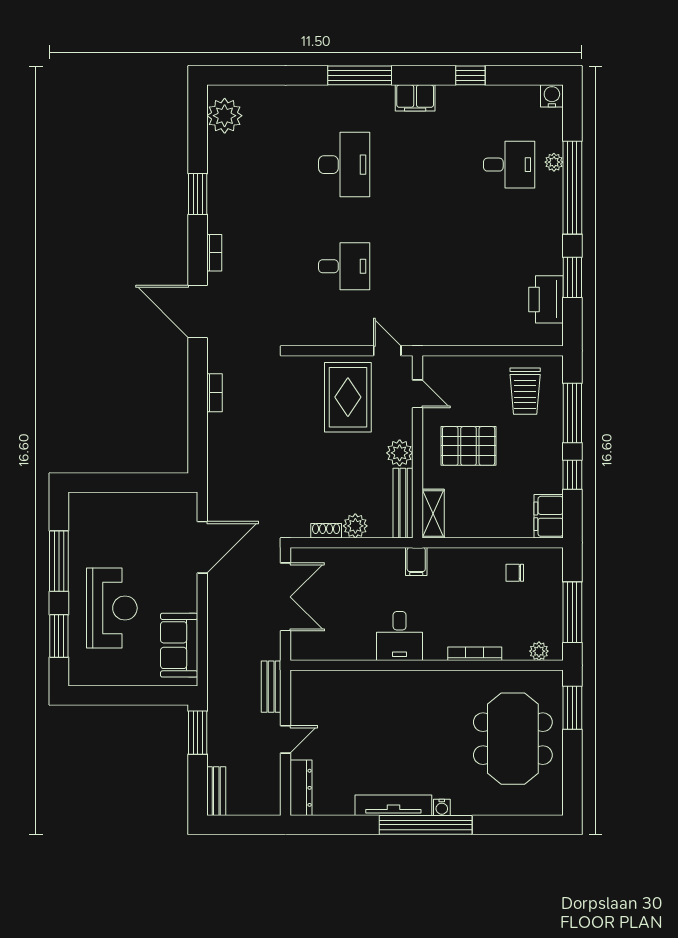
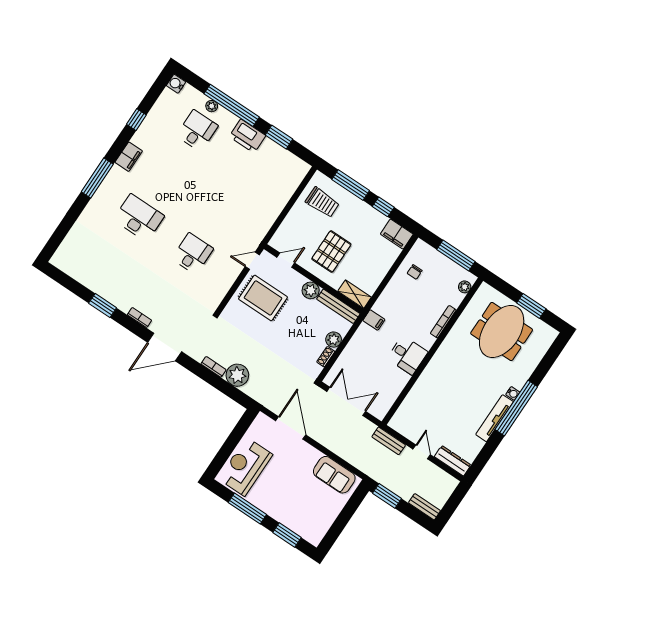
plant: (225, 116) -> (237, 375), moved
printer: (546, 299) -> (247, 136), moved
reception desk: (112, 608) -> (246, 467), moved, turned -90
window: (572, 708) -> (531, 306), moved
meeting table: (513, 739) -> (502, 332), turned 90

